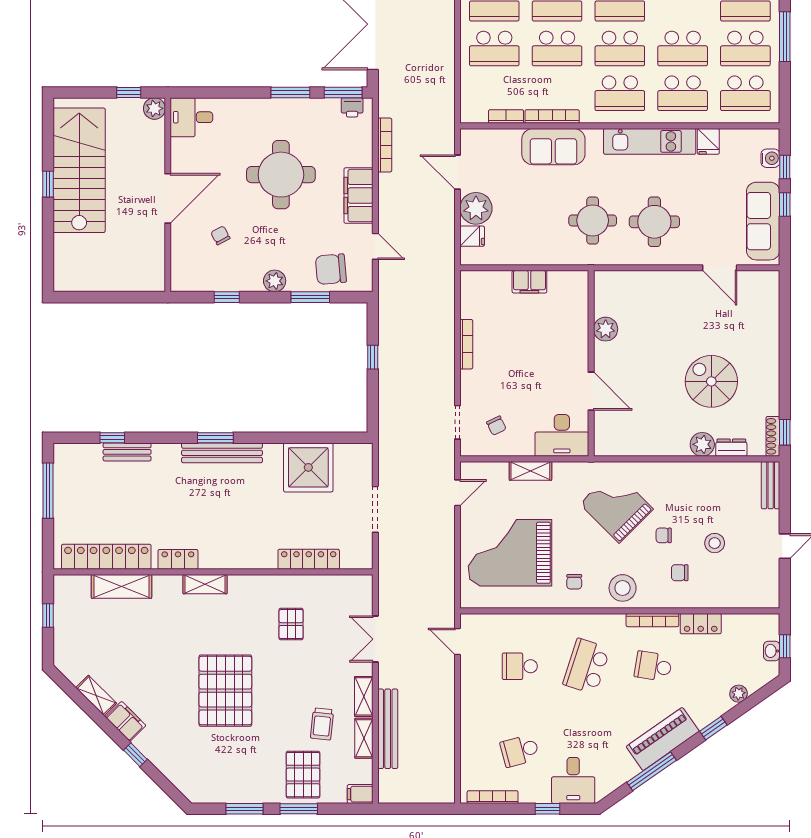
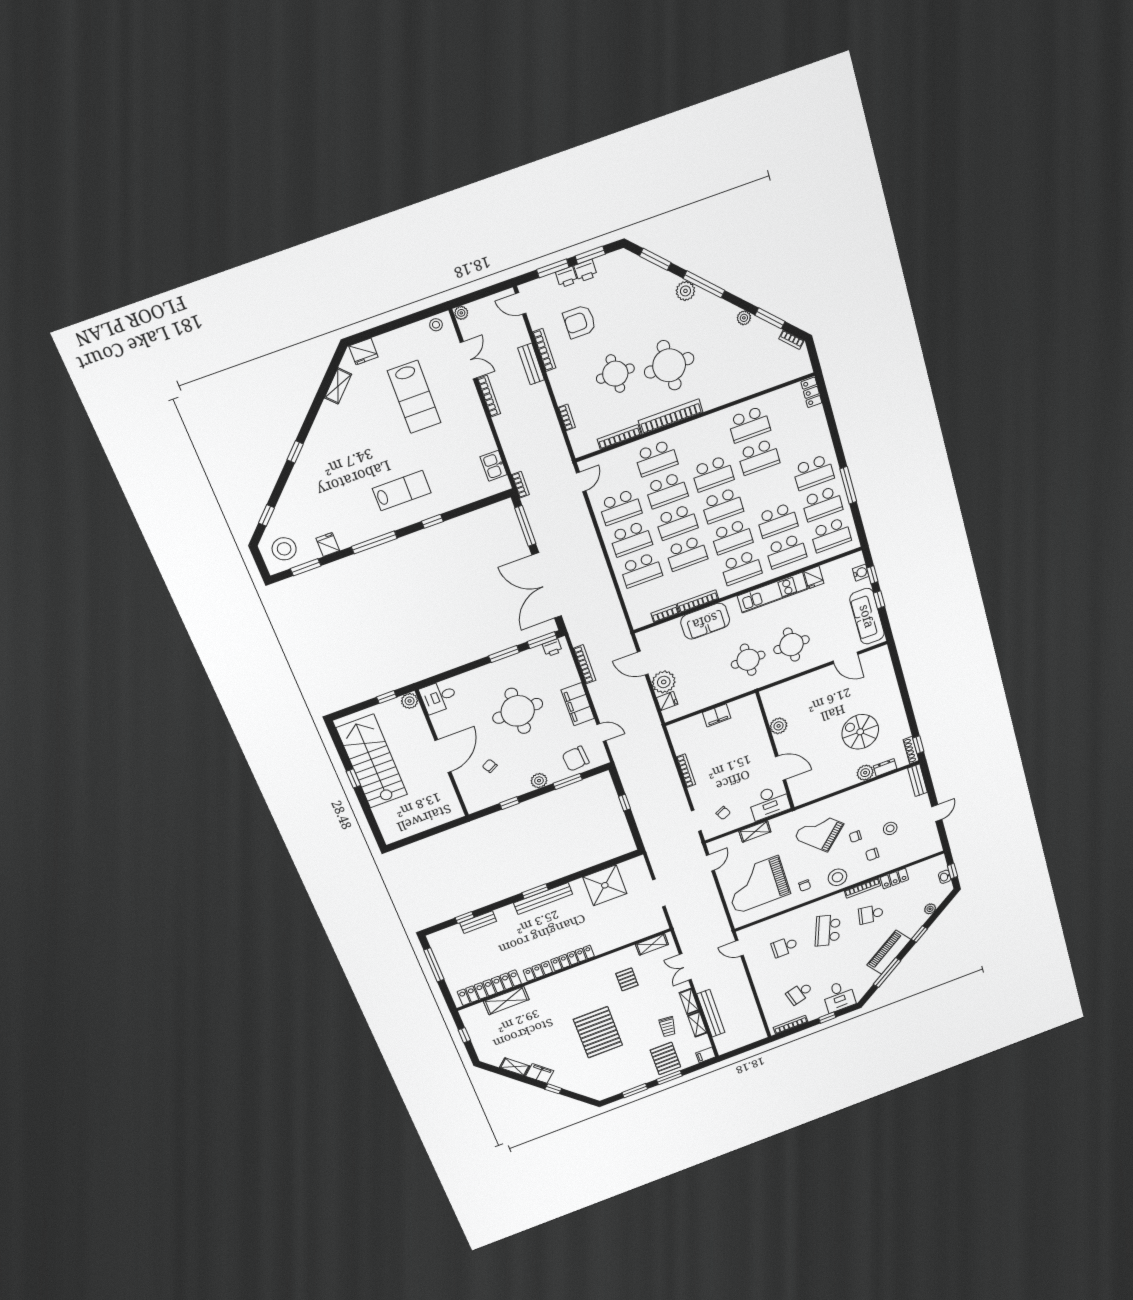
locker: (309, 559) -> (573, 958), moved
shelving: (205, 584) -> (652, 944), moved

